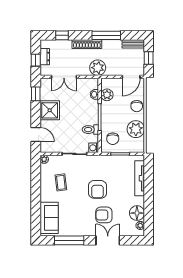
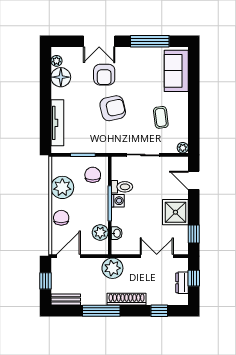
washing machine: (94, 148) -> (118, 201), moved
armchair: (97, 189) -> (113, 108), turned 77
armchair: (104, 215) -> (104, 75), turned 90

